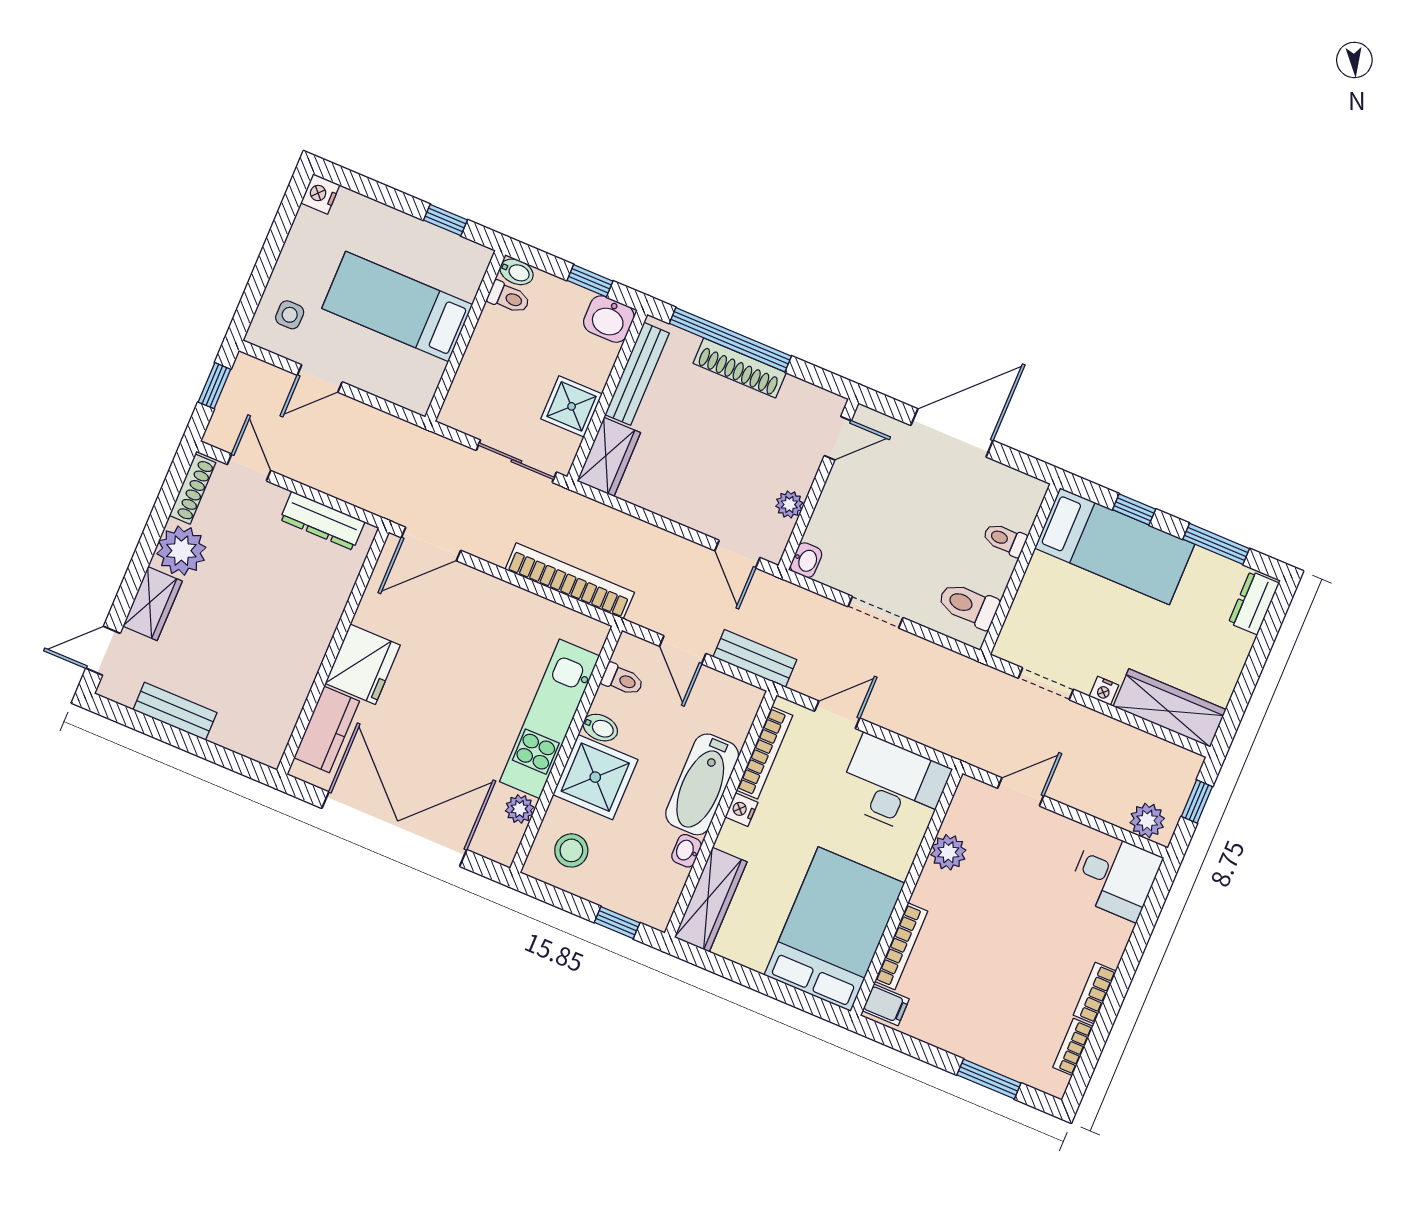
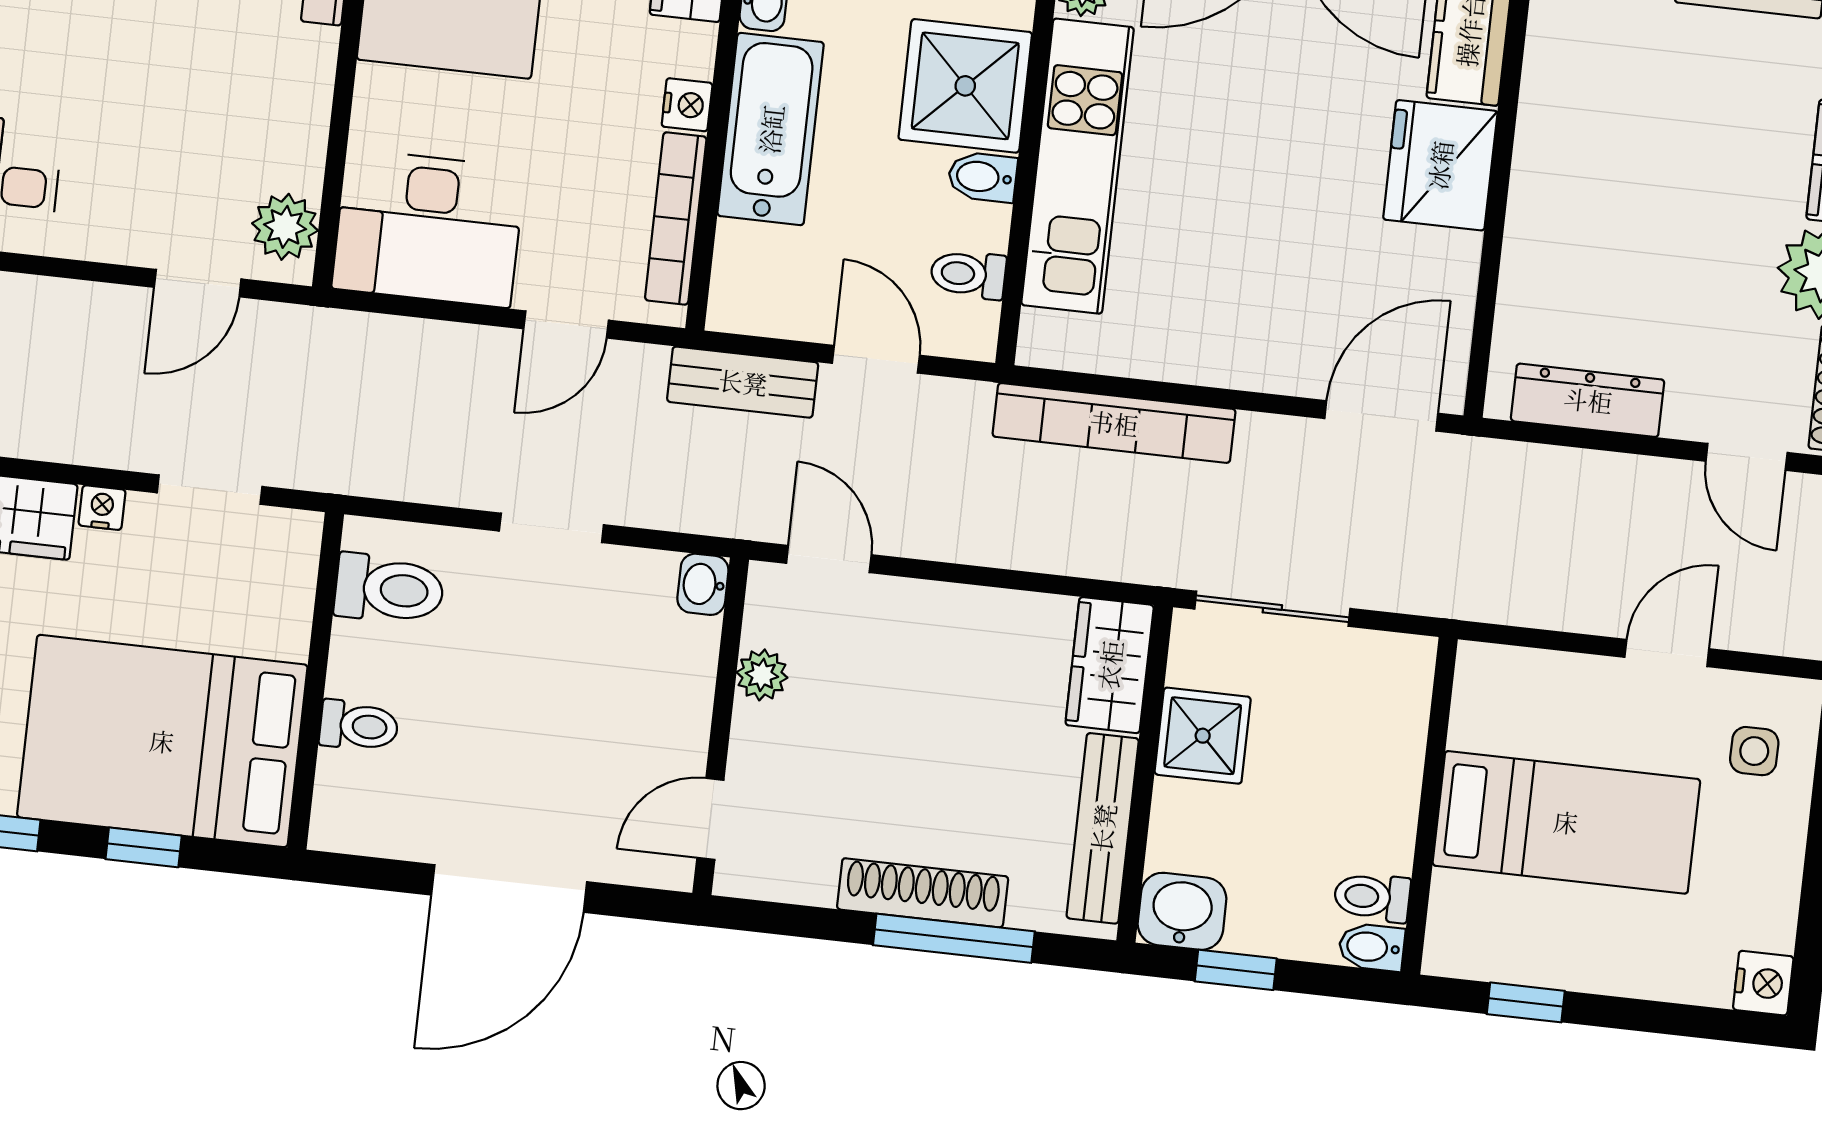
window: (730, 340) -> (954, 938), width x0.68
bed: (1115, 546) -> (162, 741), width x1.50
plant: (948, 852) -> (285, 227), moved

